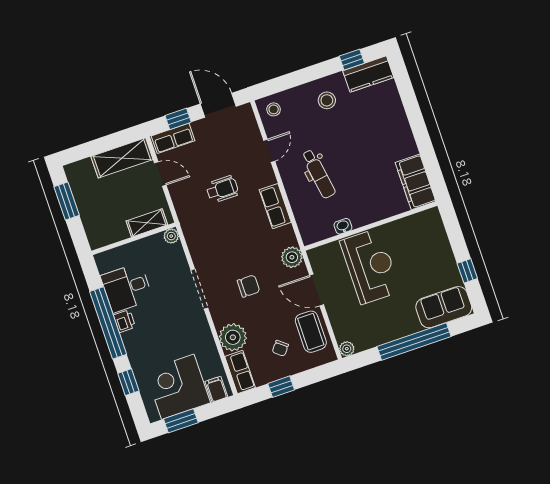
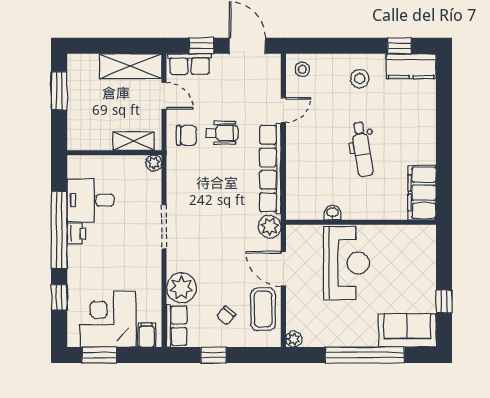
dental chair: (319, 174) -> (362, 149), moved
row of seats: (275, 206) -> (270, 169), width x2.02
chair: (249, 286) -> (187, 135), moved

